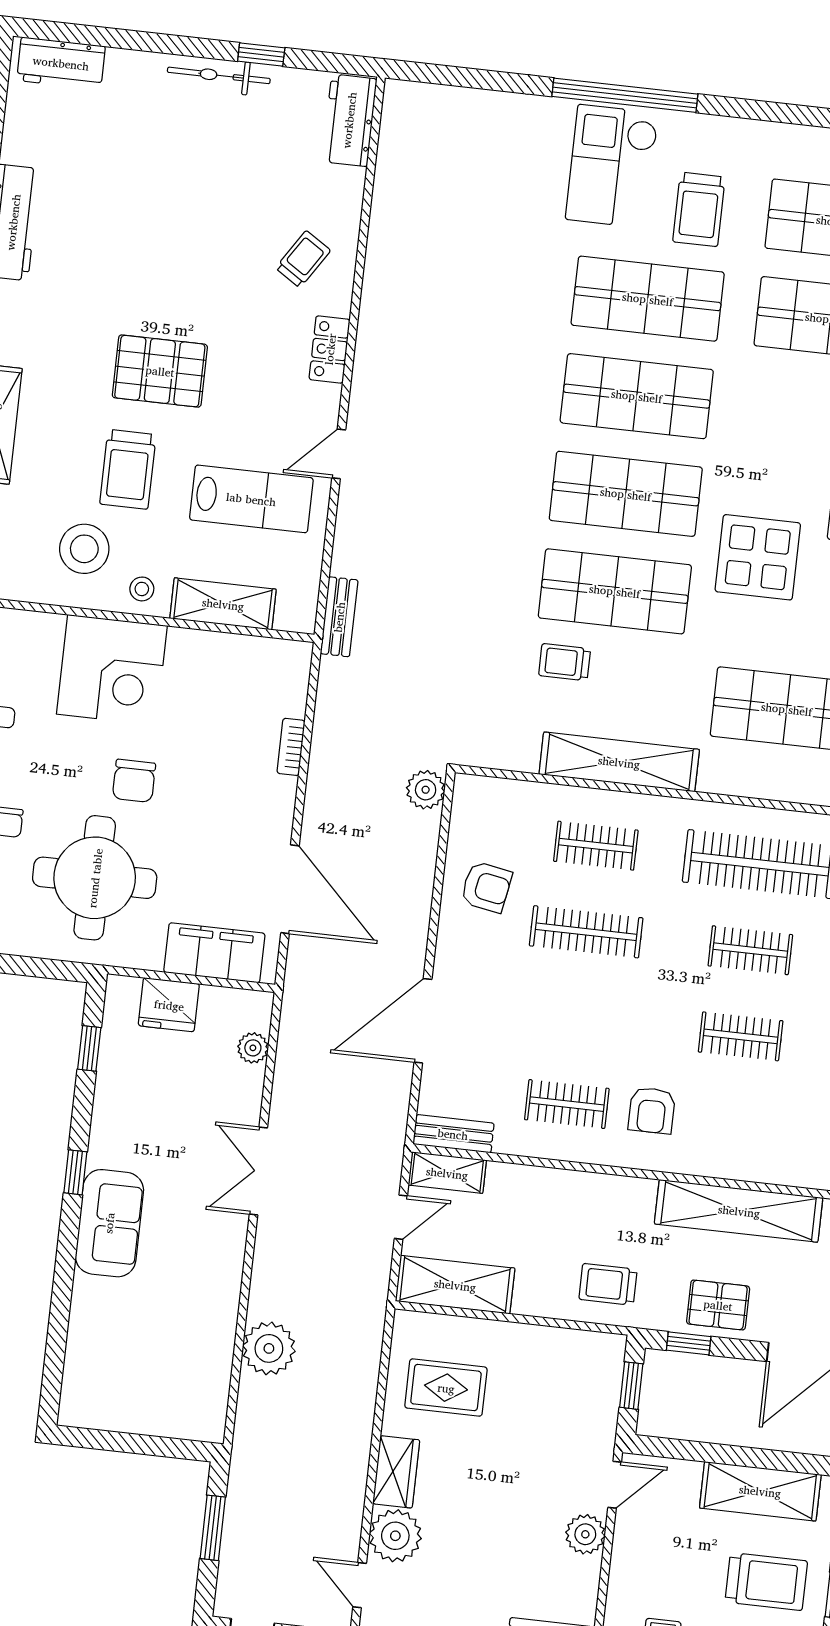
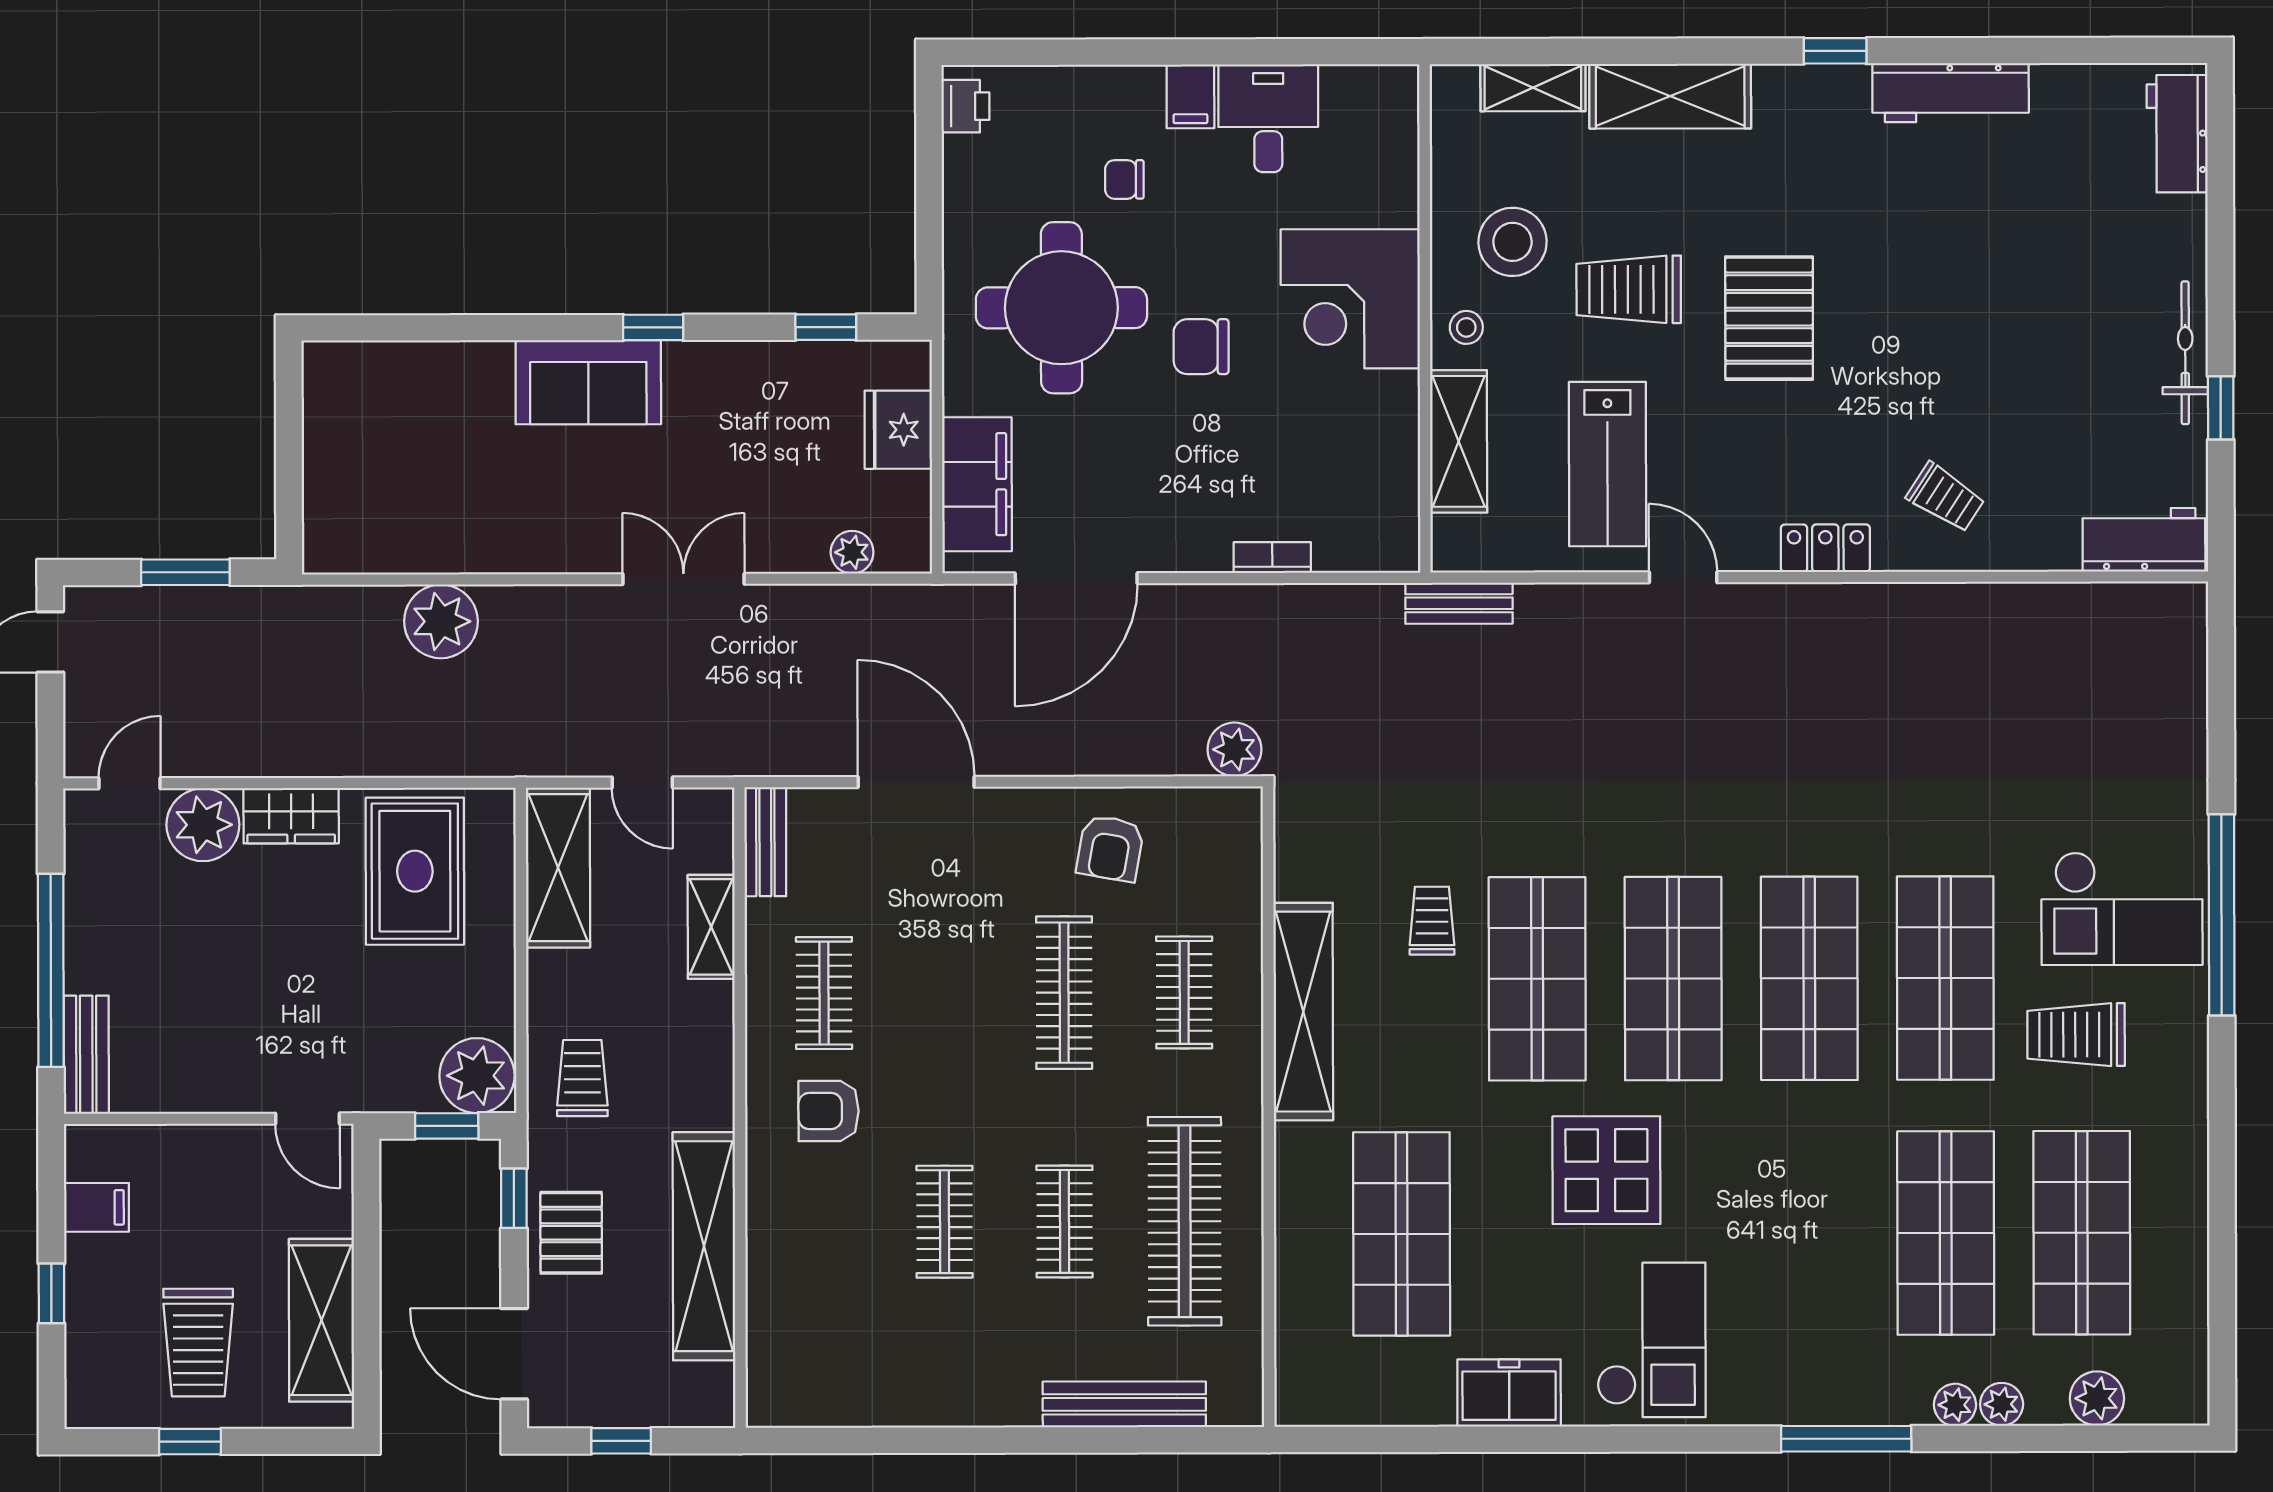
checkout: (612, 166) -> (2122, 908), turned 180
shelving: (447, 1173) -> (711, 927), moved
rug: (446, 1388) -> (415, 871), width x1.36, depth x1.43
plant: (585, 1534) -> (477, 1076), moved, width x1.36, depth x1.36

